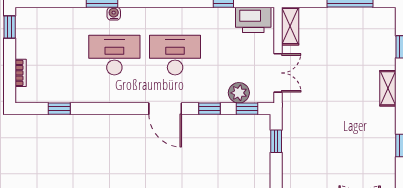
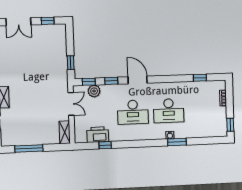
printer: (253, 20) -> (98, 135), moved
double door: (278, 73) -> (71, 104), swing flipped

